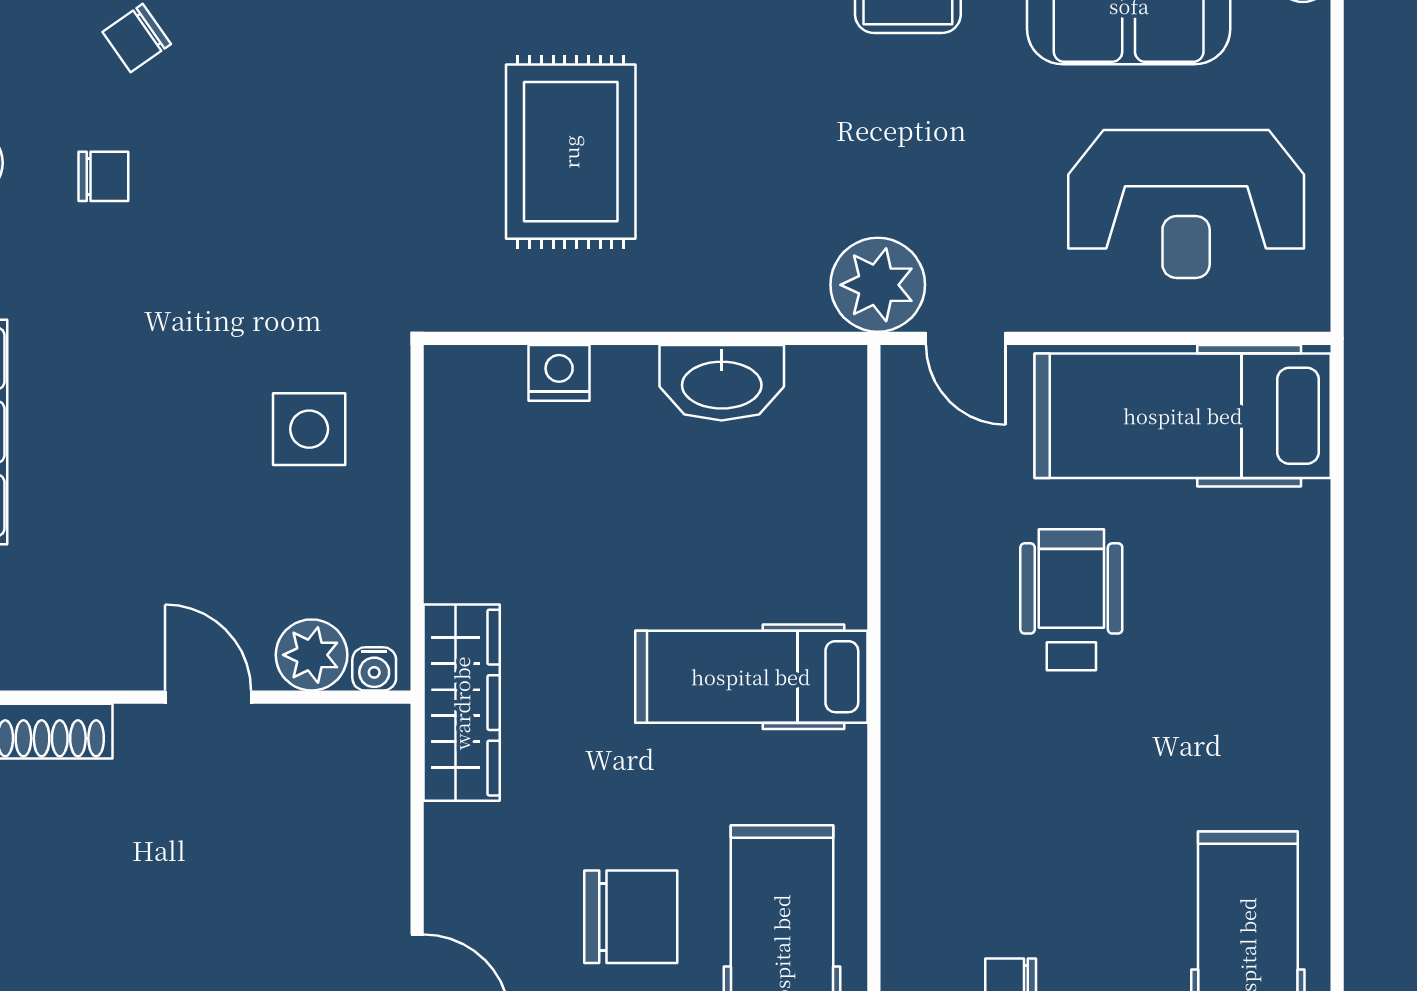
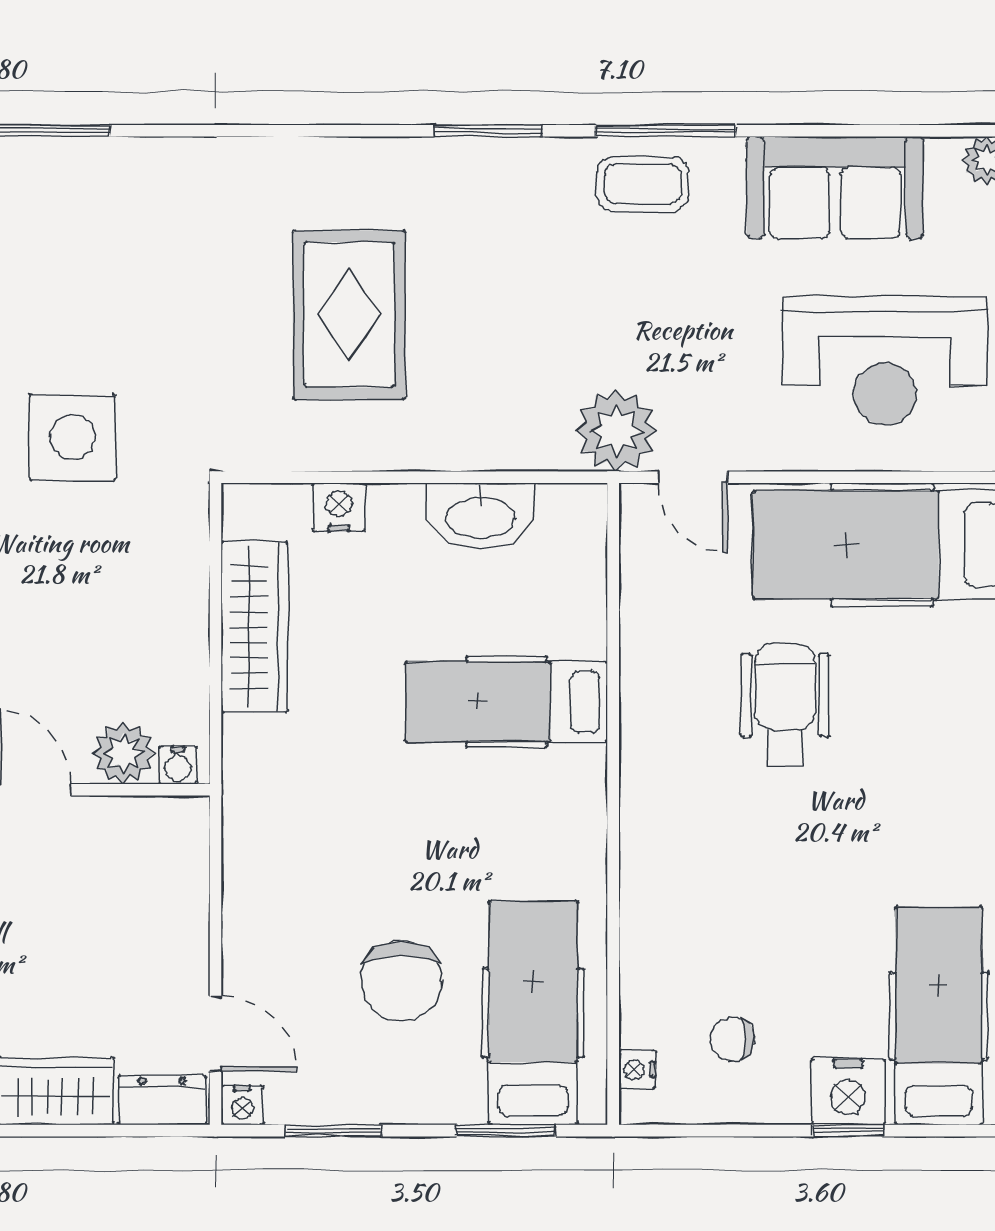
side table: (309, 429) -> (72, 437), moved, width x1.37, depth x1.37
hospital bed: (751, 677) -> (506, 702), moved
wardrobe: (462, 703) -> (254, 627), moved
chair: (631, 917) -> (401, 981), turned 90

